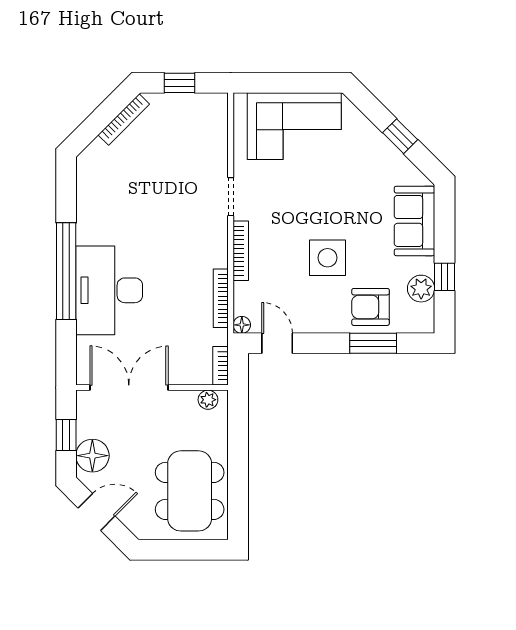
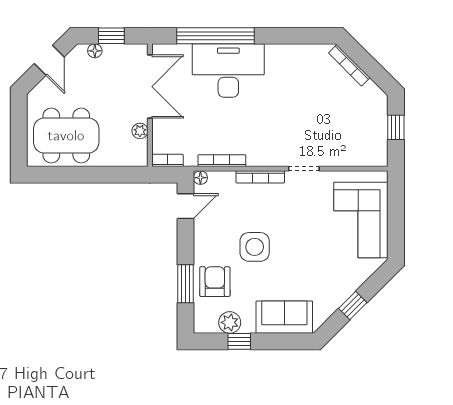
bookcase: (124, 120) -> (349, 65), moved
window: (66, 271) -> (216, 36), moved
plant: (208, 400) -> (140, 131), moved
floor lamp: (92, 456) -> (95, 51), width x0.53, depth x0.53

